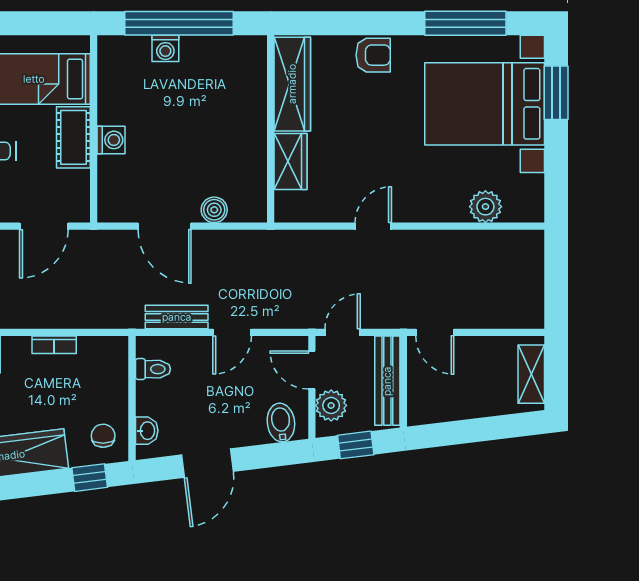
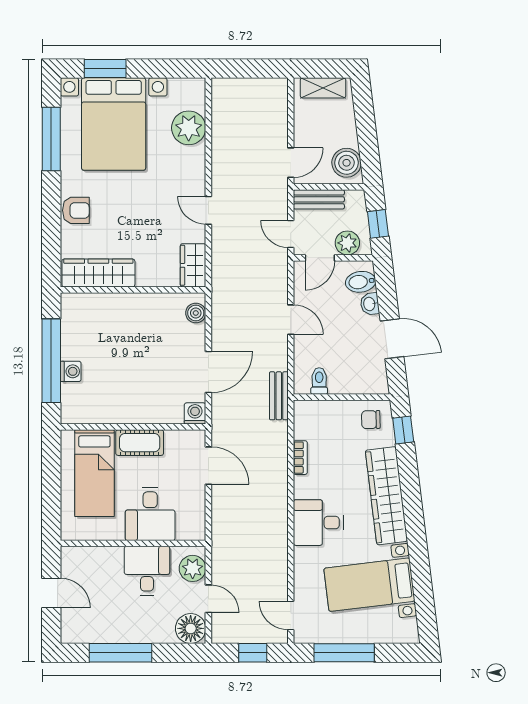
armchair: (373, 55) -> (76, 210), turned 90
washing machine: (111, 140) -> (195, 413), moved
wardrobe: (290, 162) -> (193, 265), moved, turned -90
plant: (485, 207) -> (189, 128), width x1.36, depth x1.36
boiler: (214, 210) -> (196, 313), moved
bench: (177, 317) -> (279, 396), moved
bench: (387, 381) -> (319, 199), width x0.73
boiler: (435, 404) -> (347, 163), added
washbasin: (147, 431) -> (370, 304), moved, turned -97

